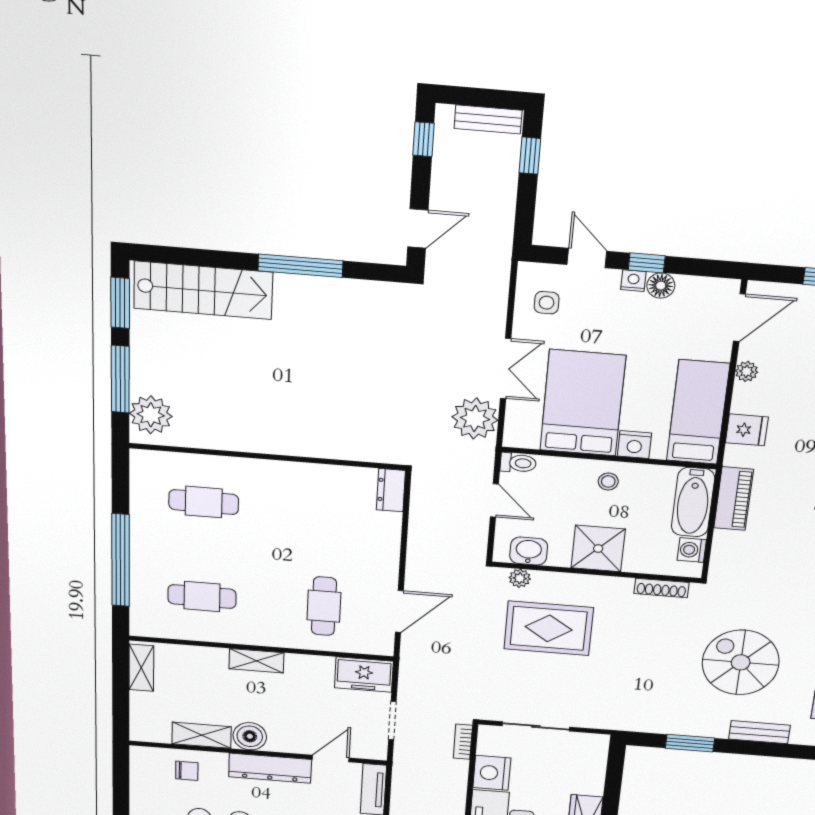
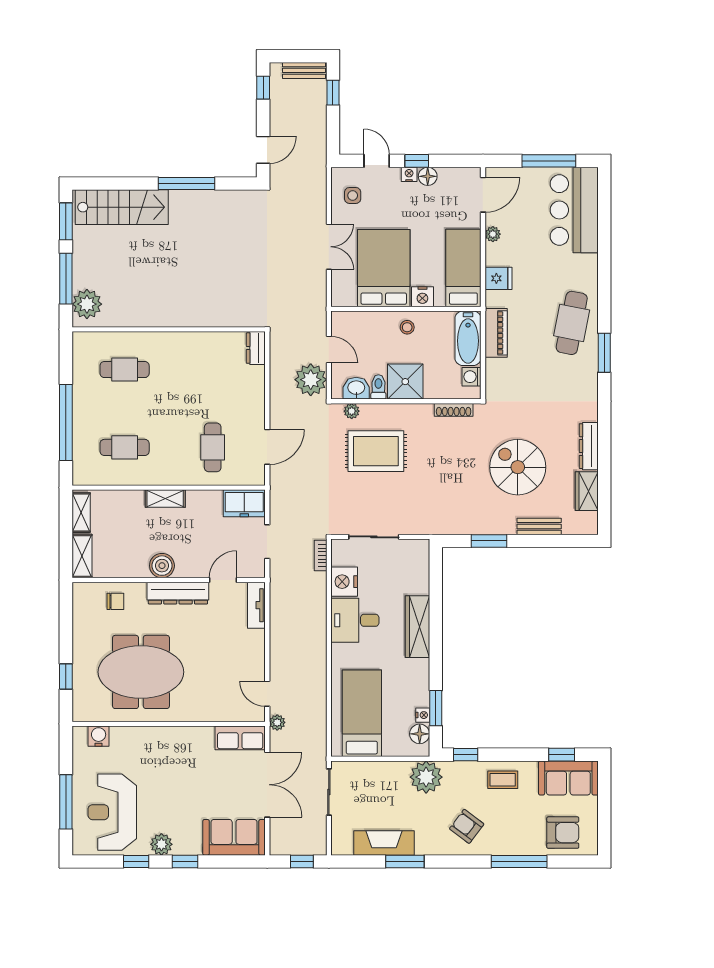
plant: (475, 419) -> (311, 380), moved
toilet: (518, 463) -> (378, 387), moved, turned -90
shelving: (202, 735) -> (82, 556), moved, turned 90

